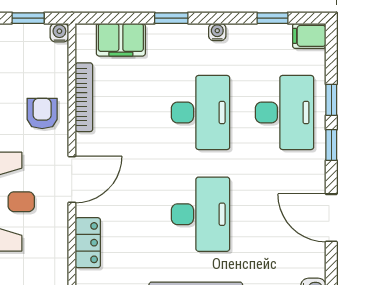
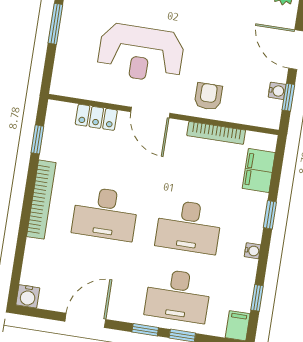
water cooler: (59, 33) -> (277, 91), moved
armchair: (42, 113) -> (208, 96), turned -90

